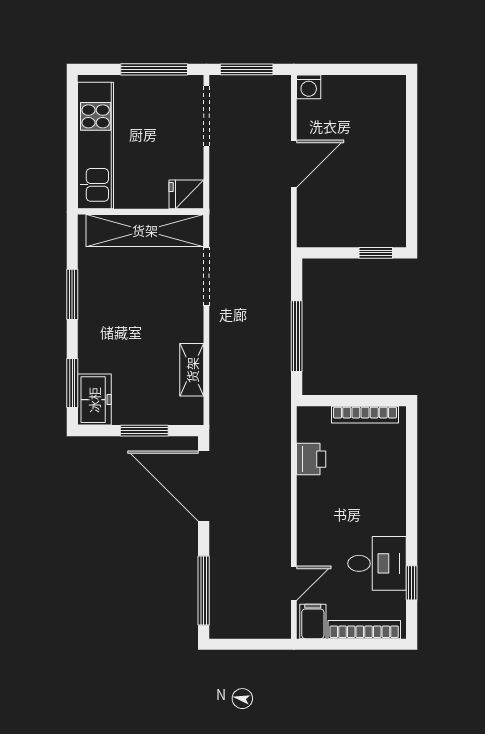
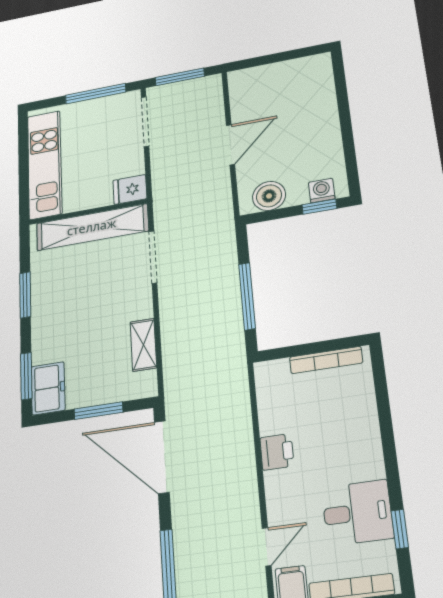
washing machine: (309, 87) -> (322, 191), moved, turned 180
boiler: (328, 231) -> (269, 196), added
printer: (311, 459) -> (277, 452), moved

